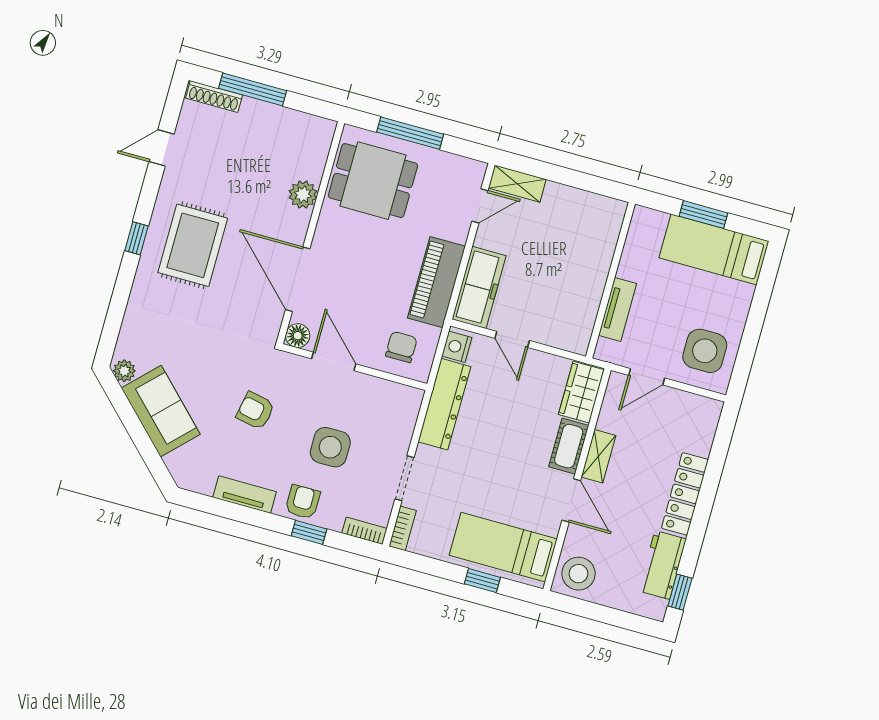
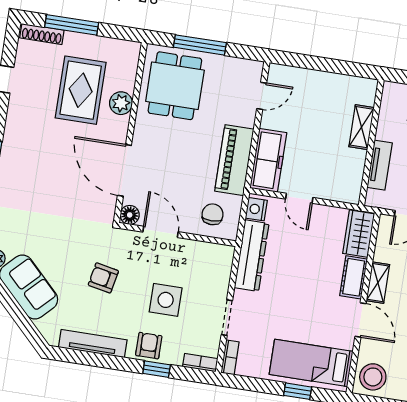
dining table: (373, 181) -> (175, 86), turned 90
shelving: (517, 184) -> (361, 127), moved, turned 90
rug: (193, 245) -> (81, 90), moved
tv unit: (245, 495) -> (93, 344), width x1.41

